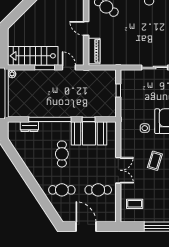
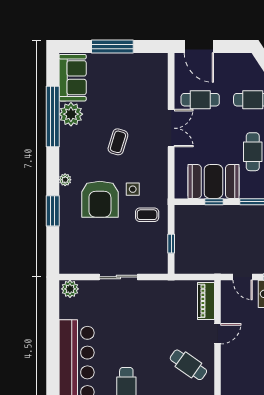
door: (86, 28) -> (218, 334), hinge flipped
double door: (118, 170) -> (171, 128), swing flipped
coffee table: (135, 204) -> (147, 215), moved
door: (86, 227) -> (199, 46), moved

